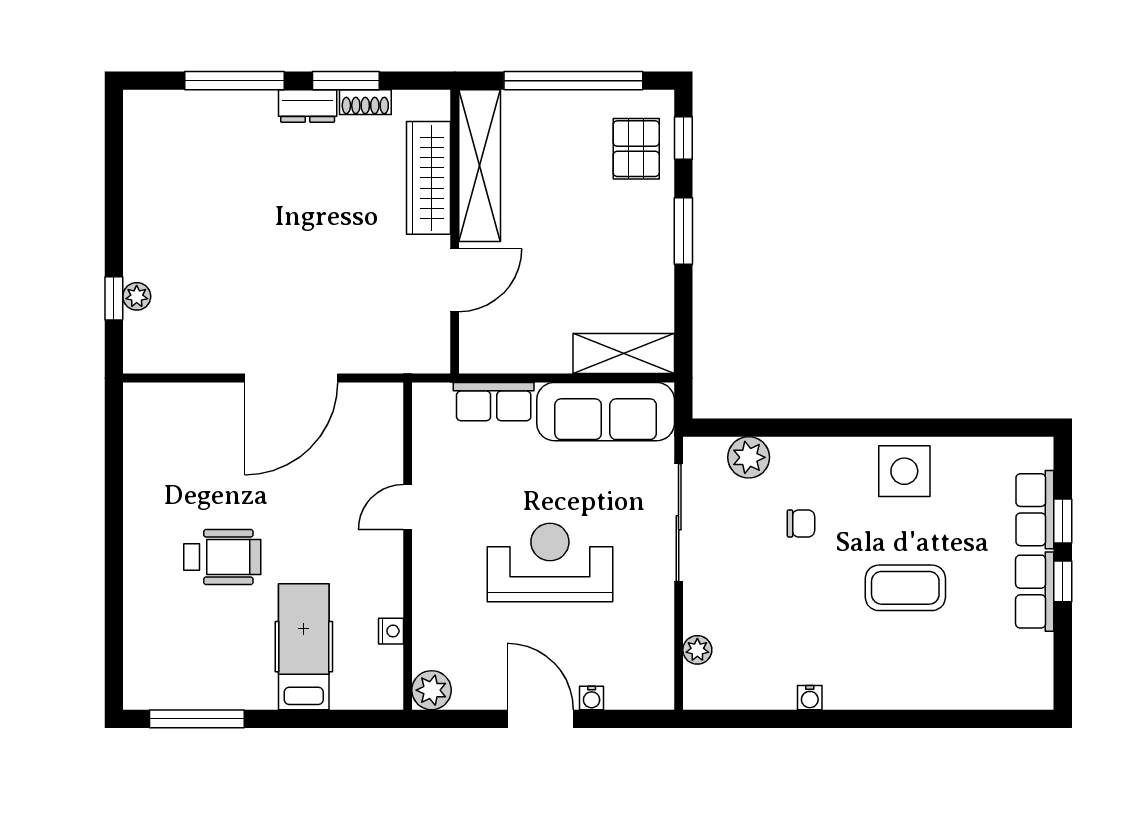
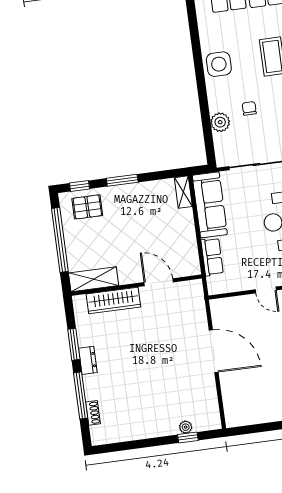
shoe rack: (365, 102) -> (93, 413), moved
shelving: (480, 166) -> (94, 279), width x0.68
shelving: (624, 353) -> (183, 192), width x0.67, depth x0.75
plant: (749, 457) -> (220, 122), moved

